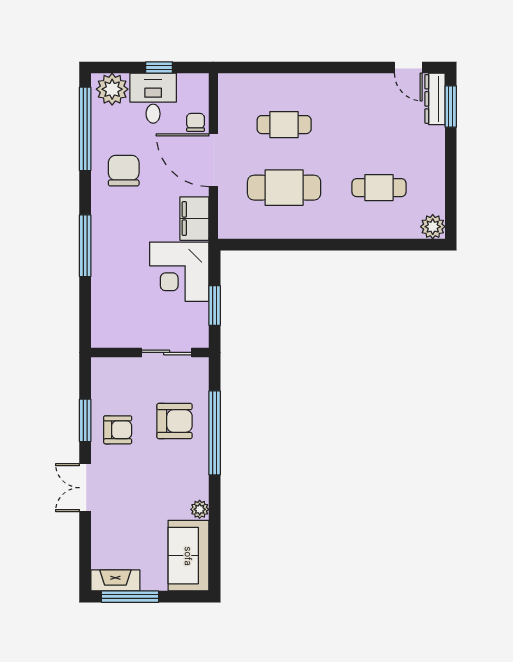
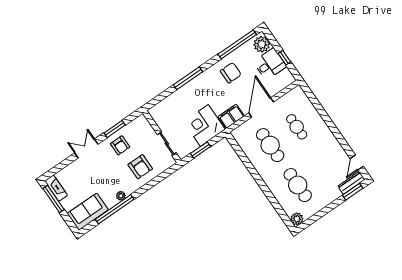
chair: (196, 122) -> (272, 89), removed
cafe table: (379, 188) -> (298, 185), width x1.37, depth x1.35
window: (215, 433) -> (115, 209), moved
plant: (200, 509) -> (121, 196), moved

